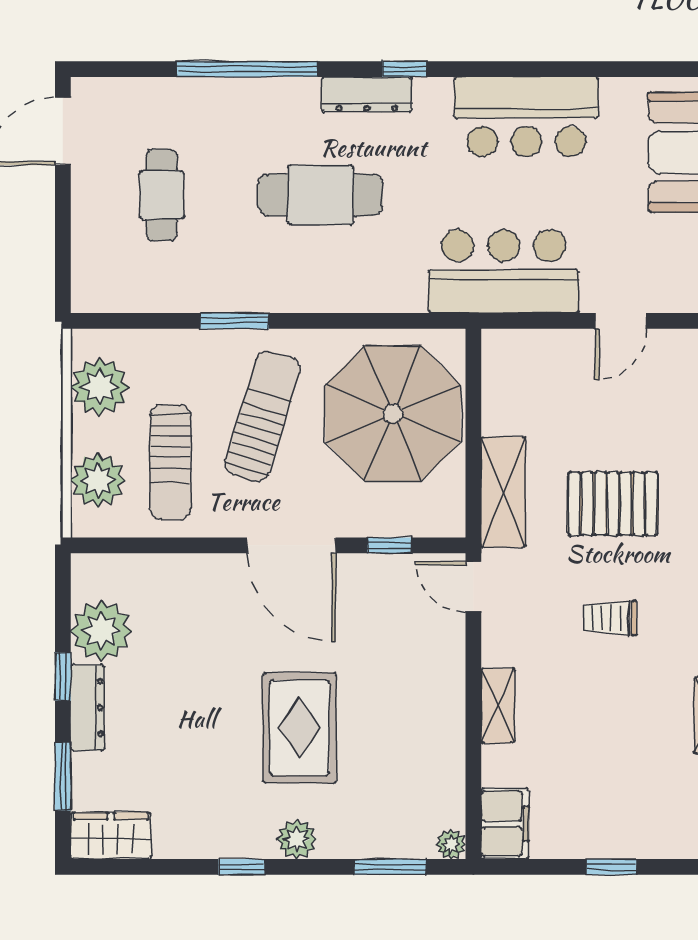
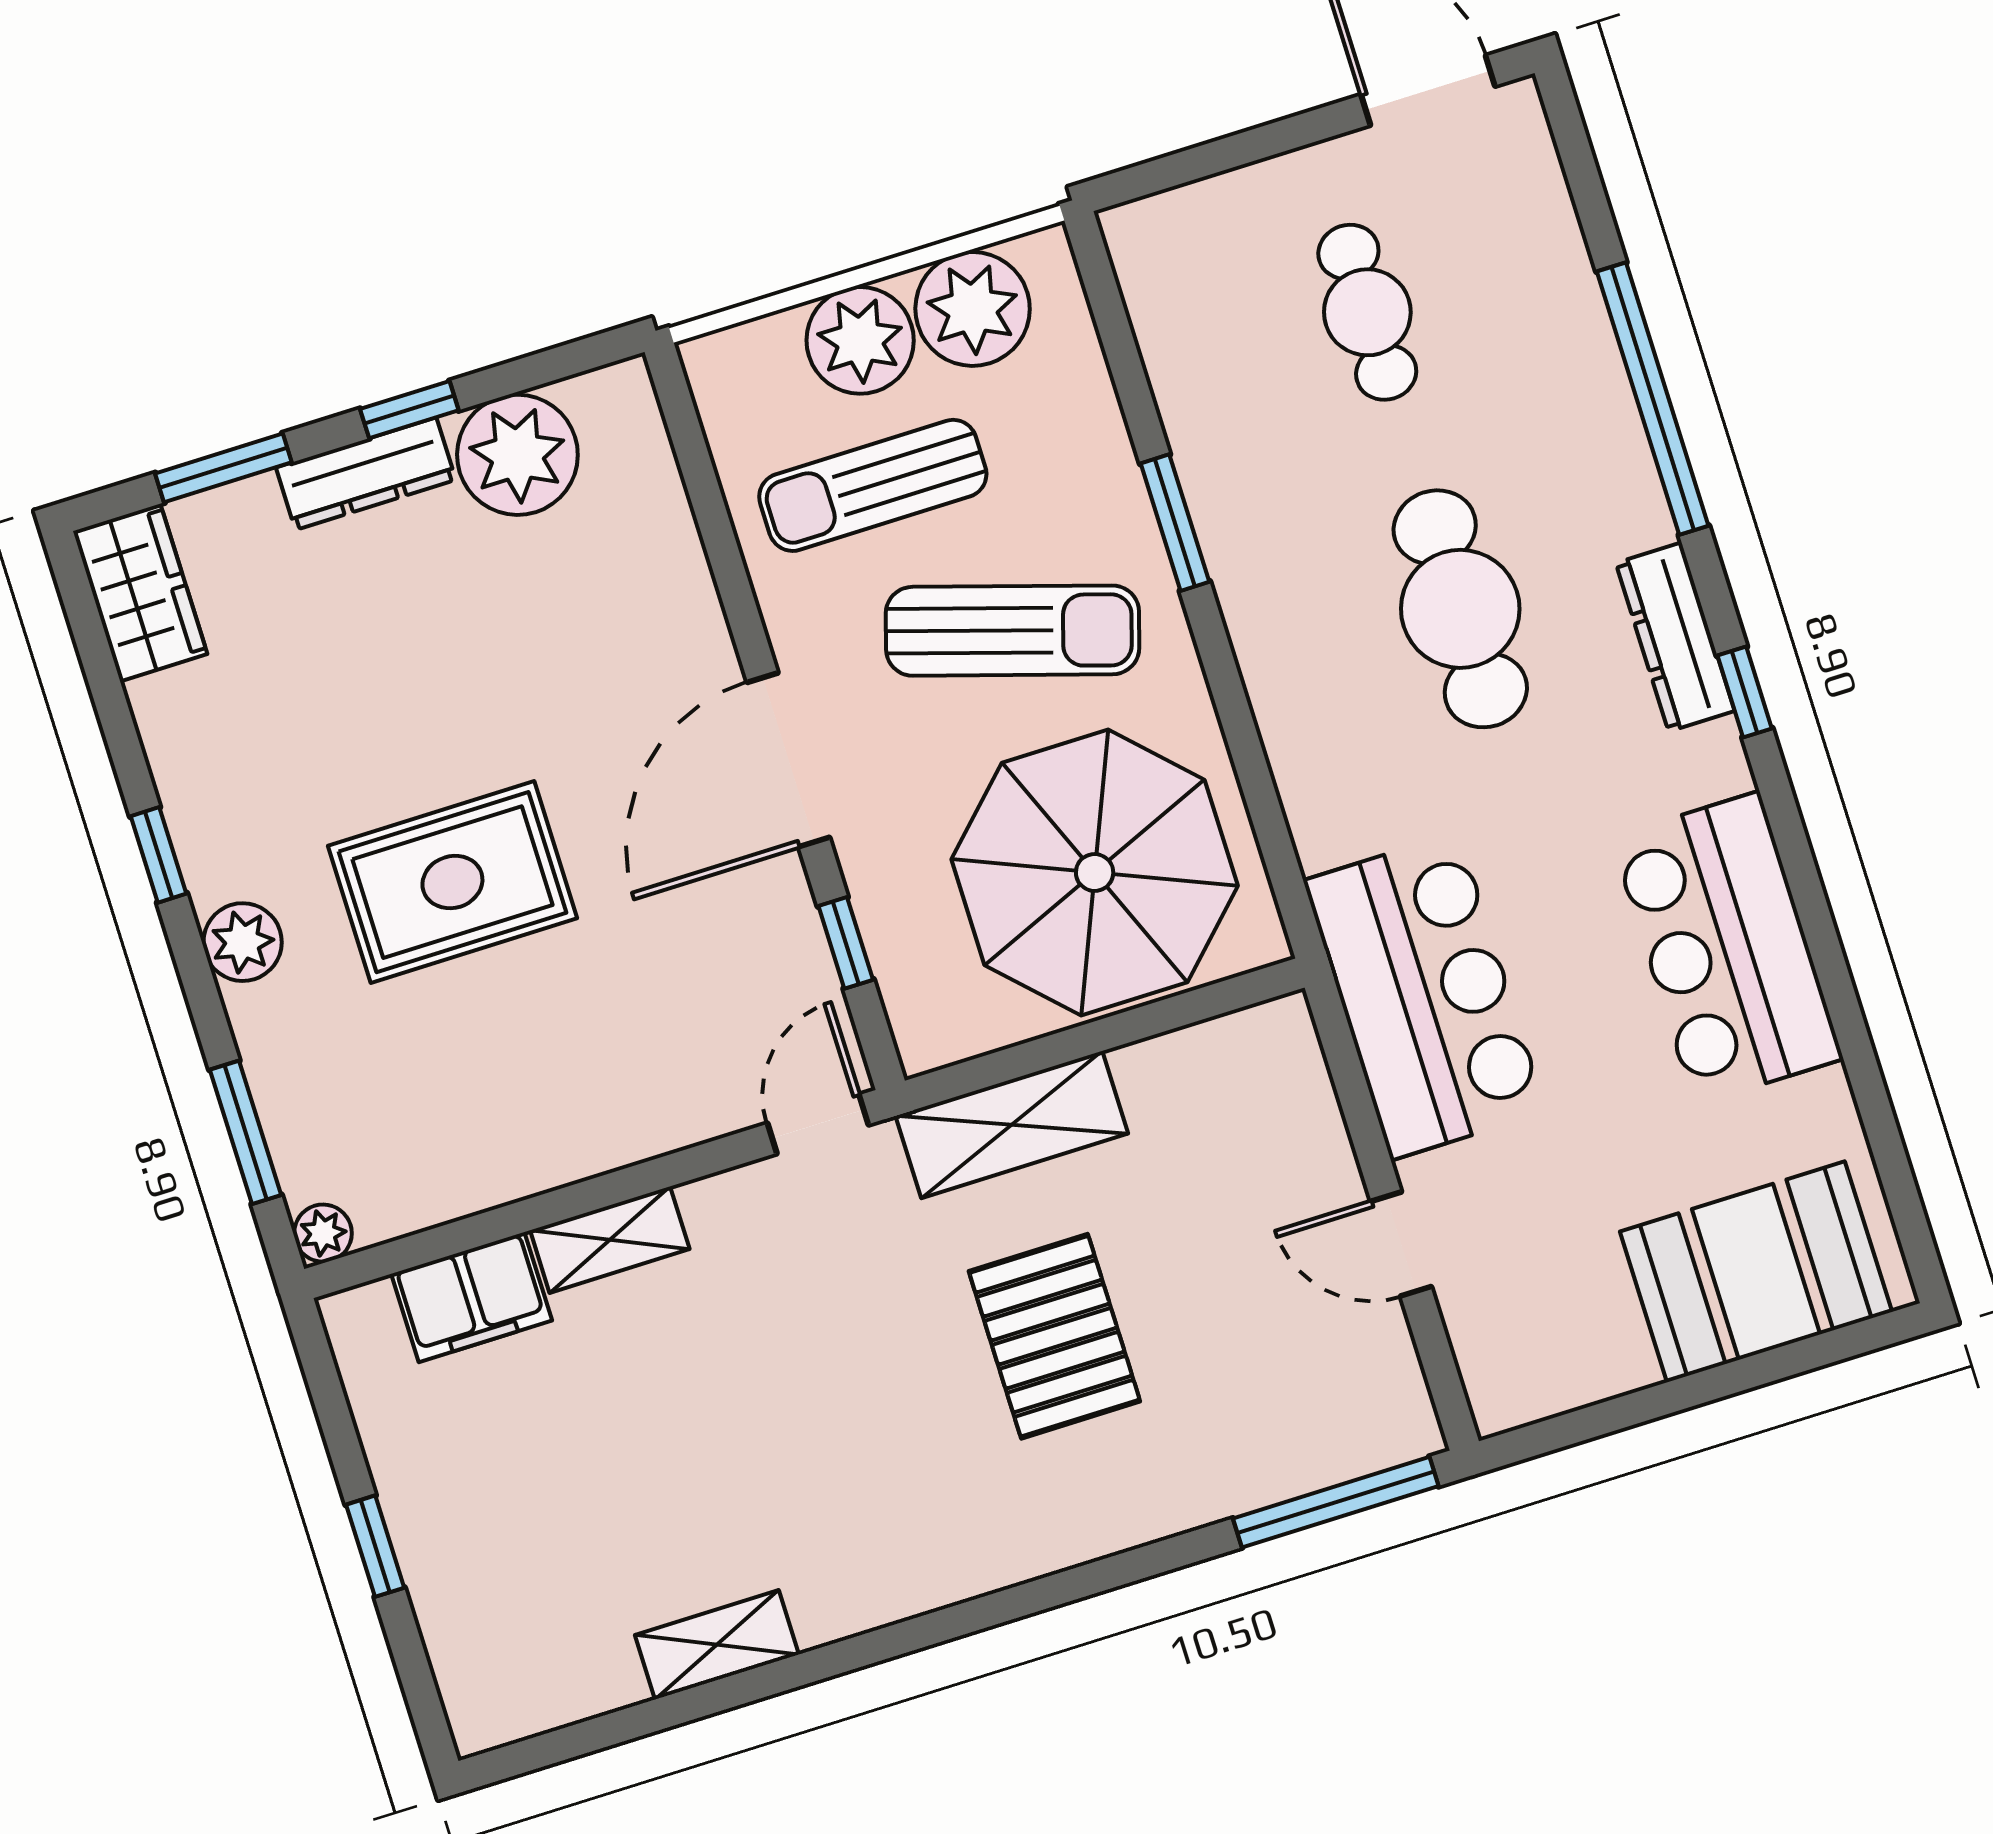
cafe table: (162, 195) -> (1367, 312), turned 90
plant: (98, 480) -> (860, 340), moved
trolley: (610, 618) -> (839, 1398), removed
filing cabinet: (505, 823) -> (472, 1297), moved

